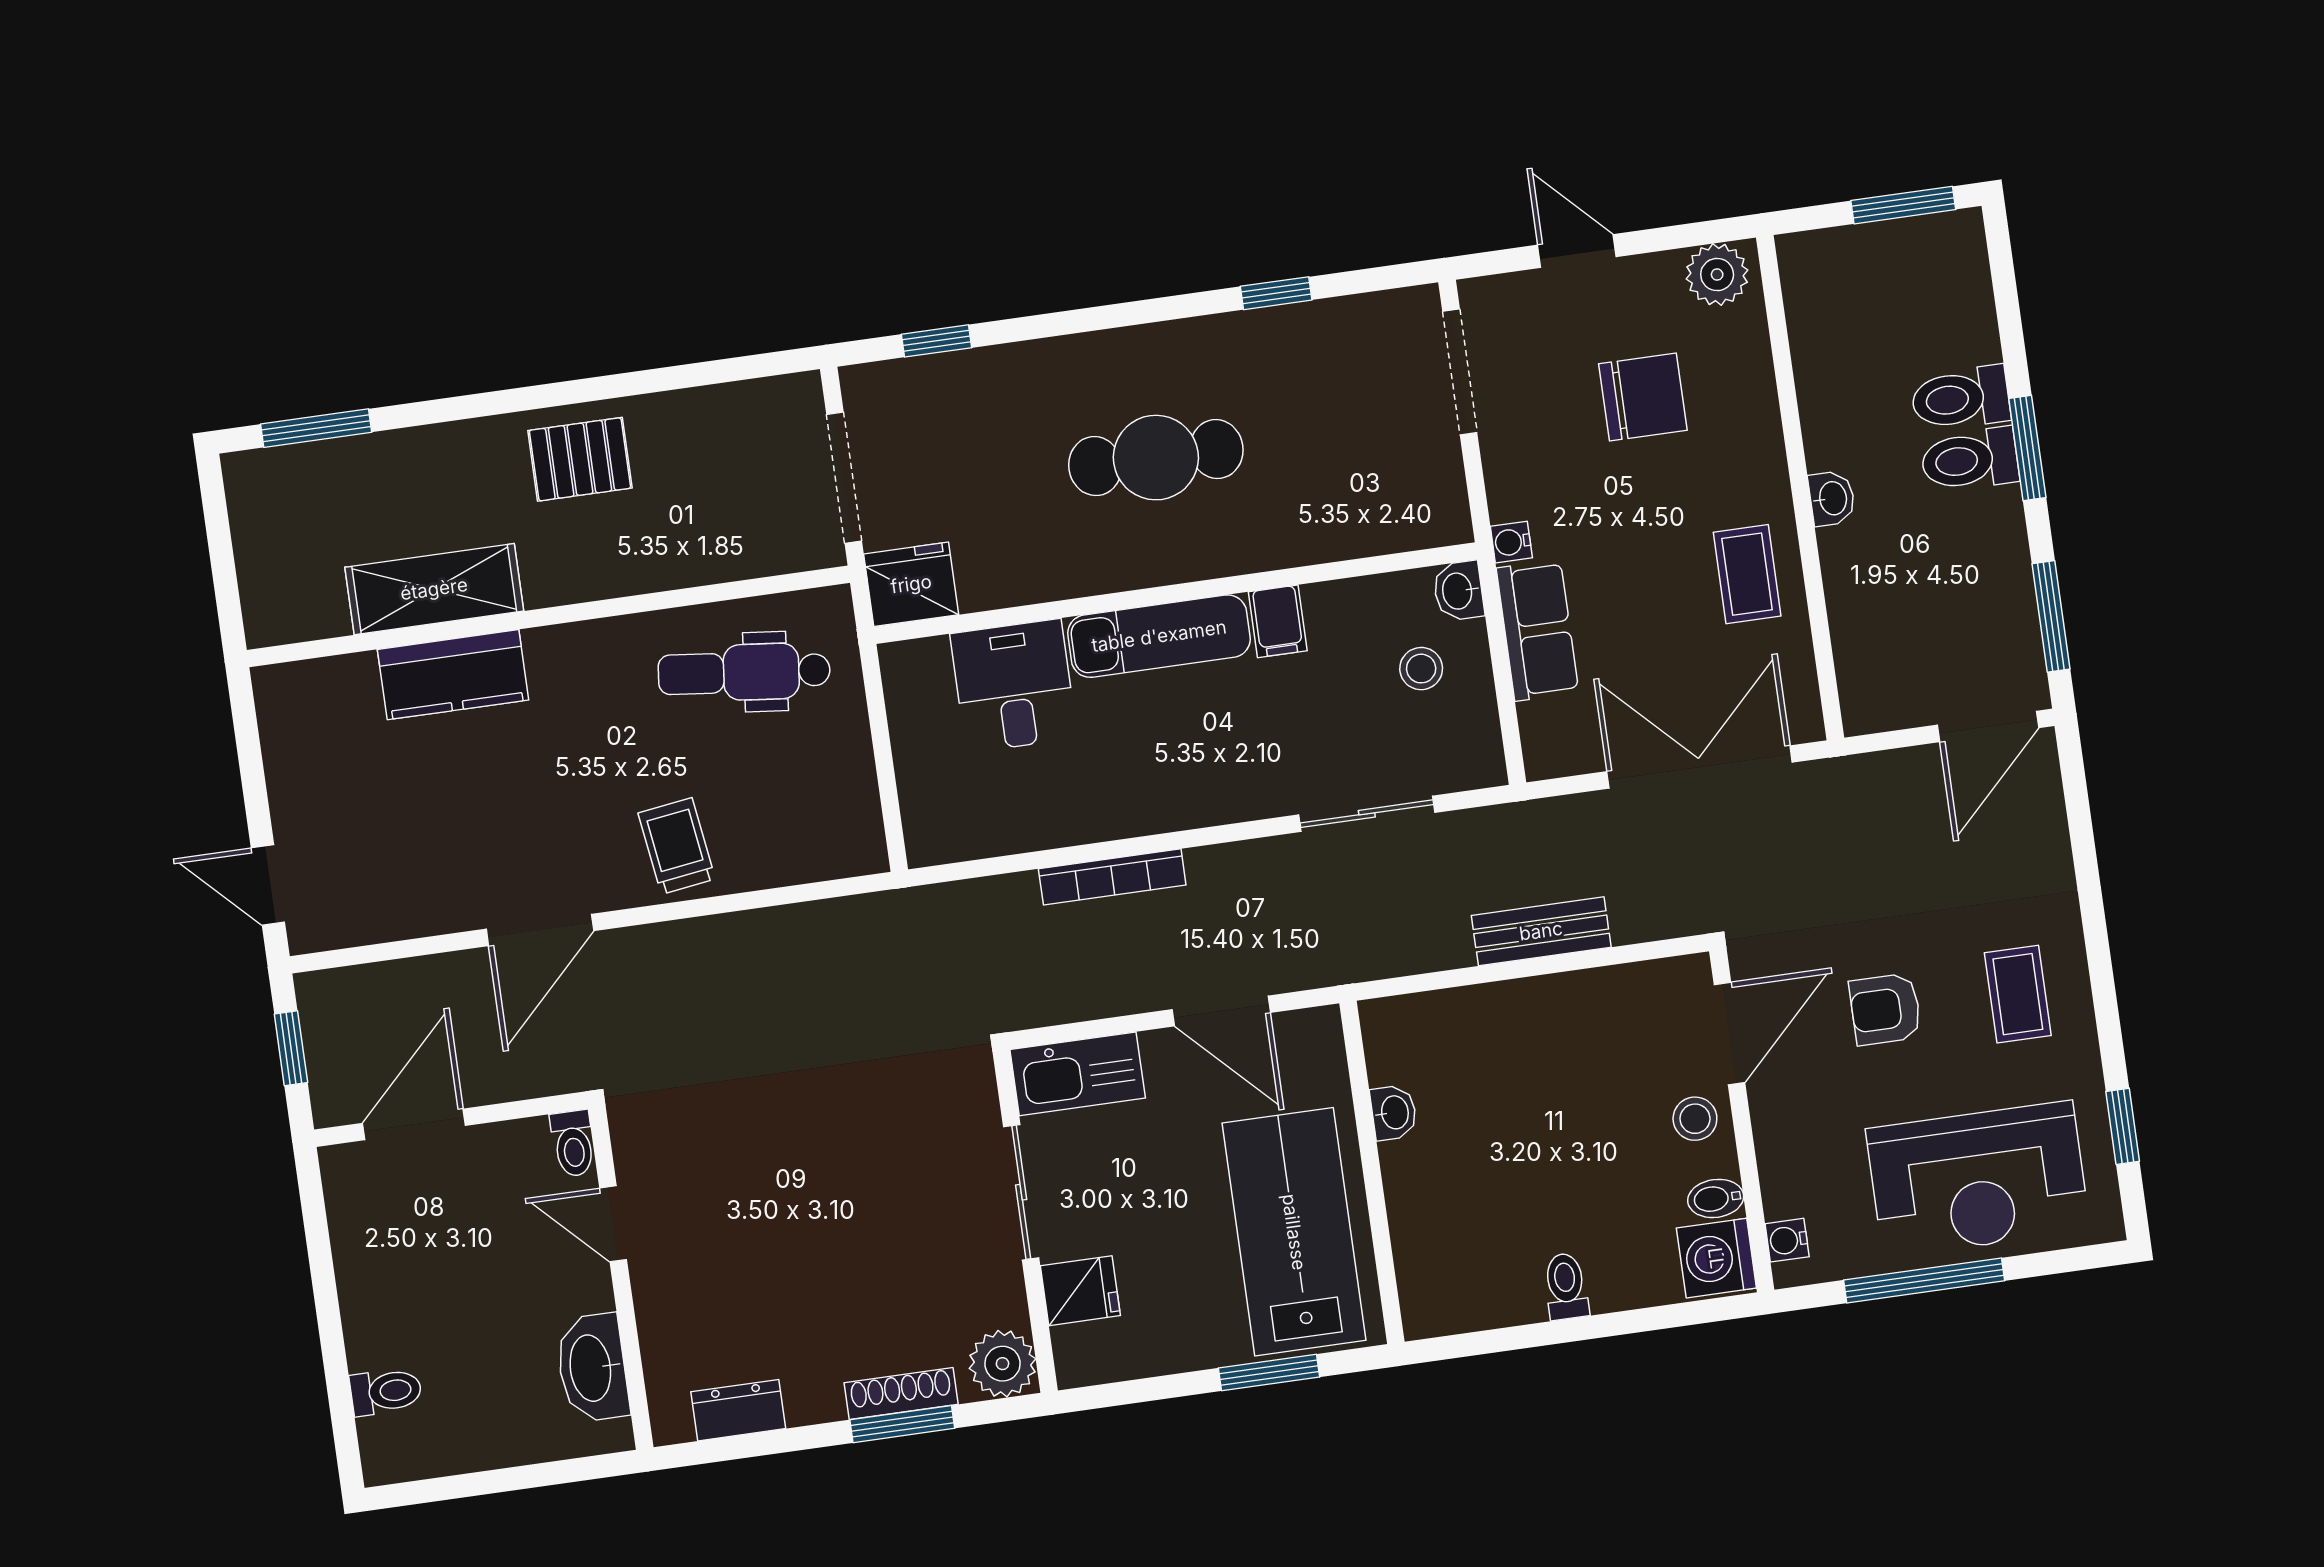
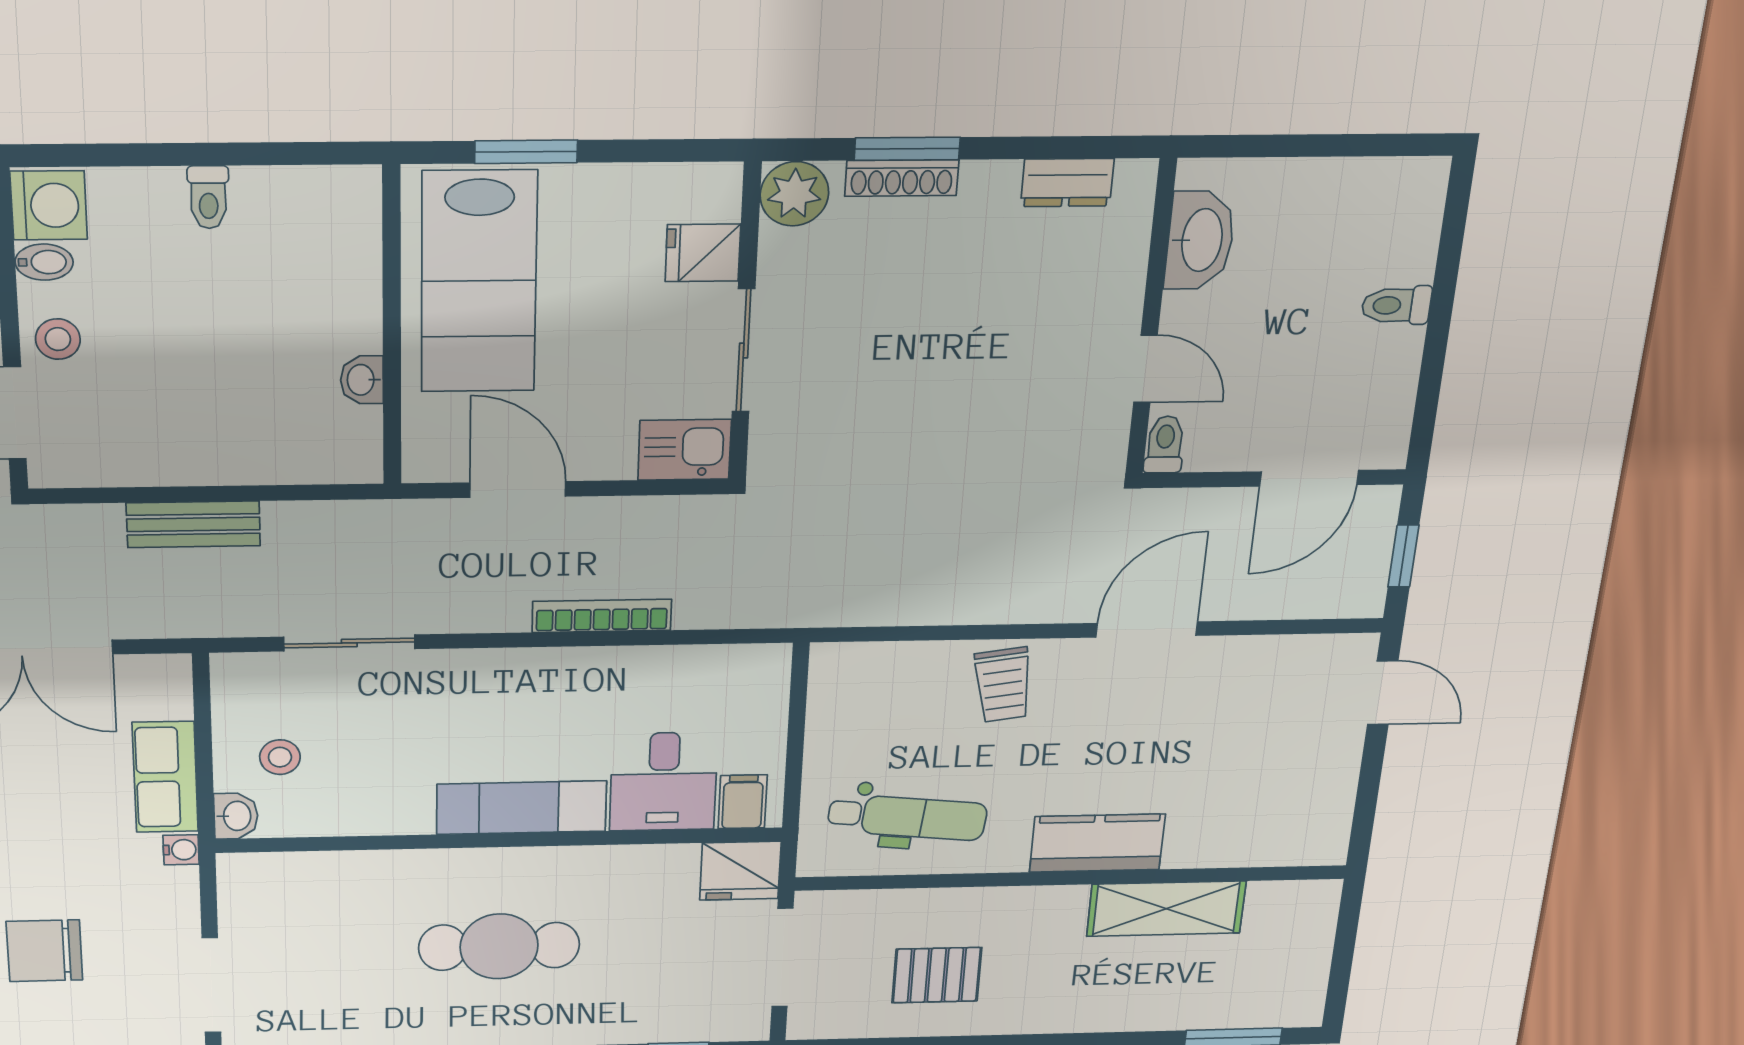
pallet: (580, 459) -> (937, 975), moved
filing cabinet: (1278, 621) -> (743, 802), moved
kitchen counter: (453, 675) -> (1097, 843), moved
kitchen sink: (1078, 1074) -> (685, 450), width x0.73
toilet: (386, 1392) -> (1396, 305), moved

